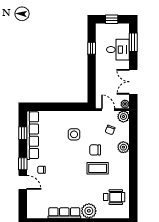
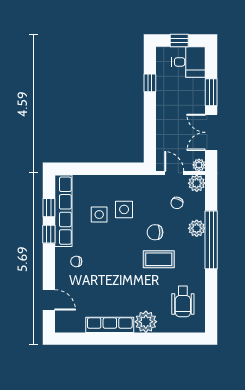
window: (133, 42) -> (211, 92), moved
desk: (118, 50) -> (189, 62), moved
side table: (57, 138) -> (99, 215), added
window: (133, 155) -> (211, 240), added
window: (23, 164) -> (49, 234), moved
door: (23, 182) -> (49, 300), moved
wheelchair: (114, 197) -> (183, 302), turned 90

